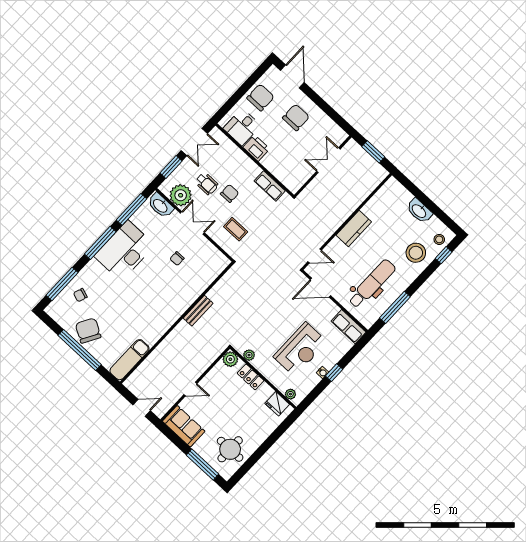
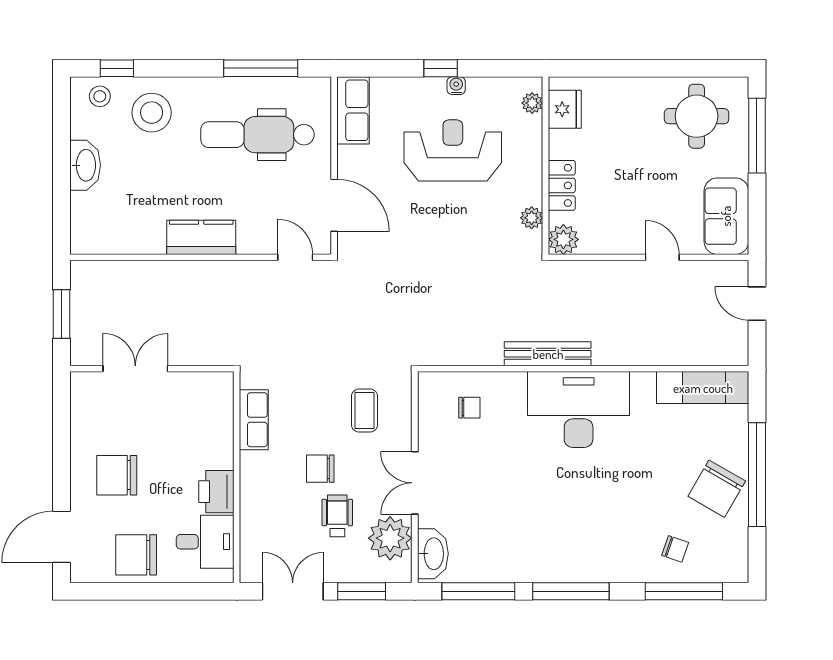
double door: (328, 160) -> (135, 369), swing flipped
desk: (124, 251) -> (579, 410), moved, turned 180
chair: (177, 259) -> (469, 408), moved
bench: (198, 311) -> (548, 354), width x1.36

